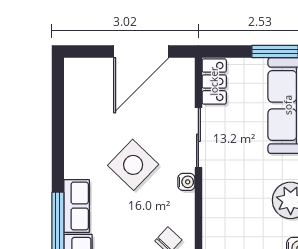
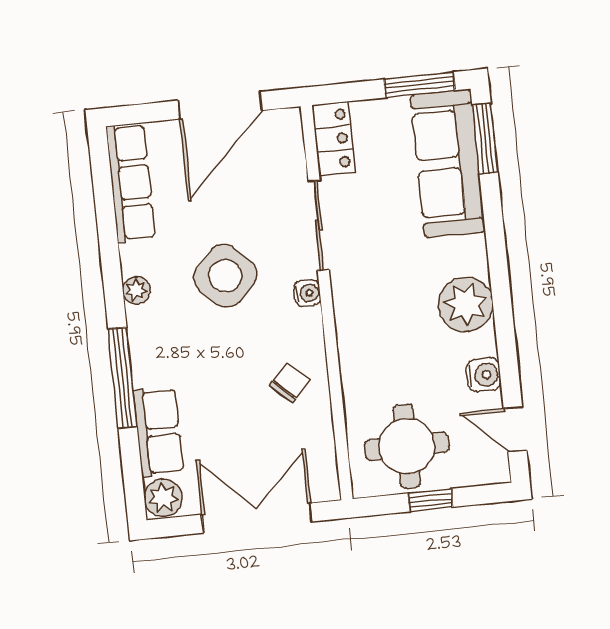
plant: (73, 168) -> (137, 290), added
row of seats: (77, 206) -> (131, 183), moved, width x1.48

